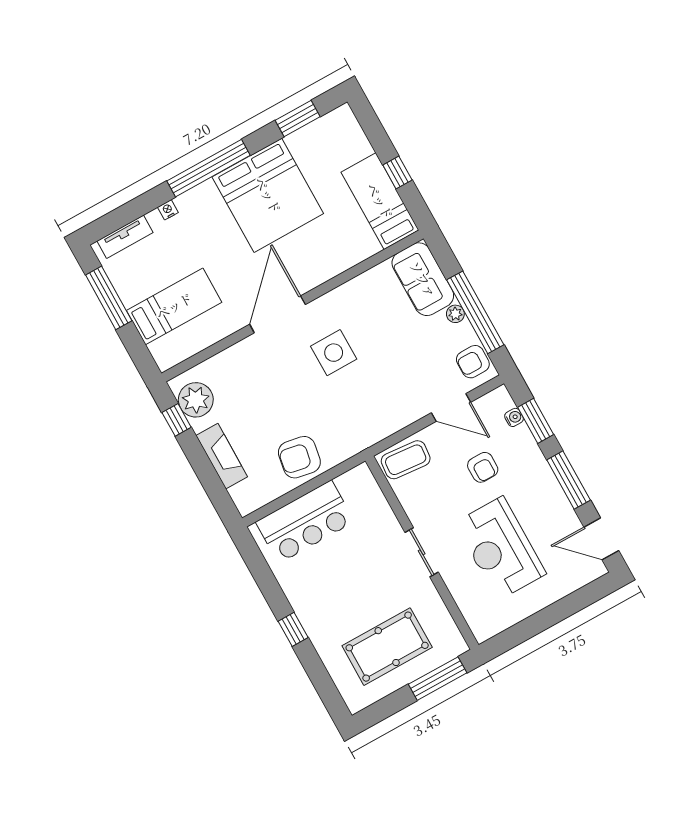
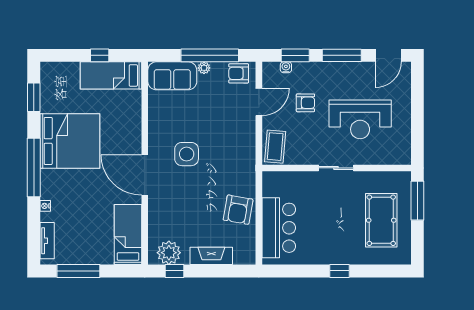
bed: (174, 306) -> (128, 234), moved
armchair: (473, 362) -> (239, 73), turned 90

